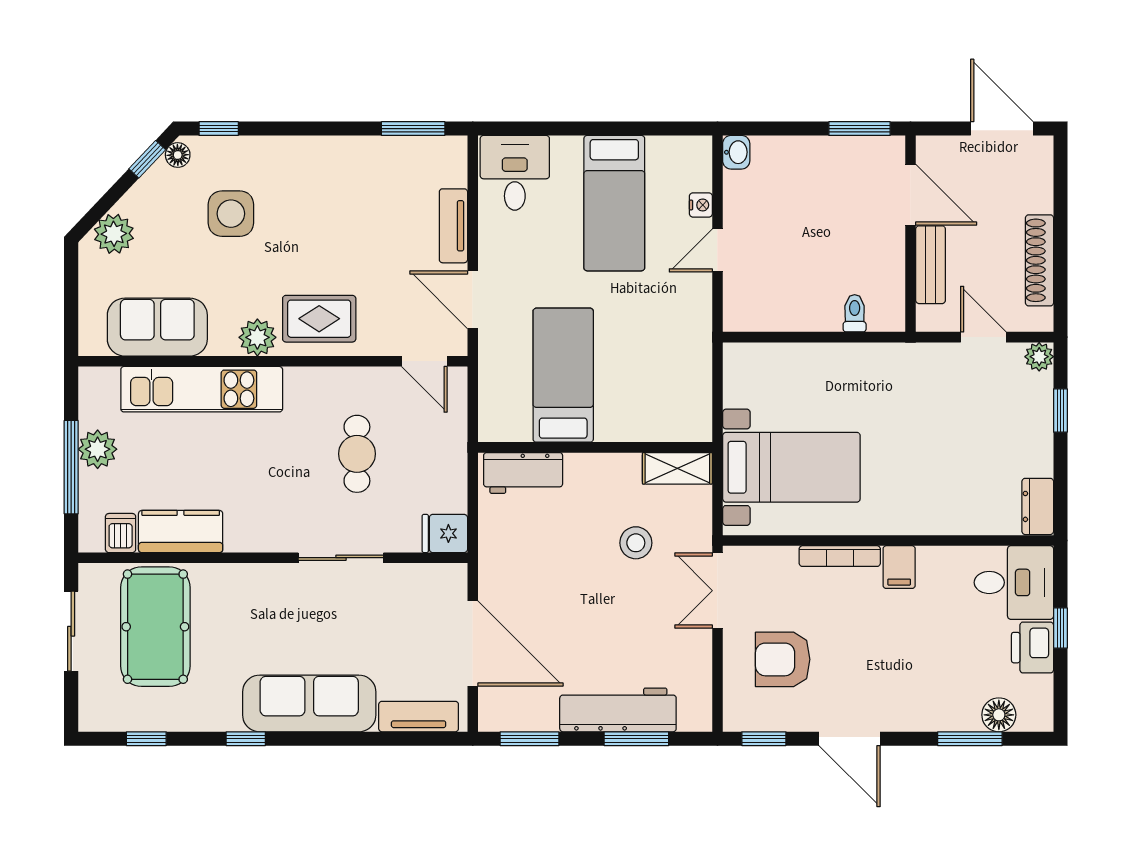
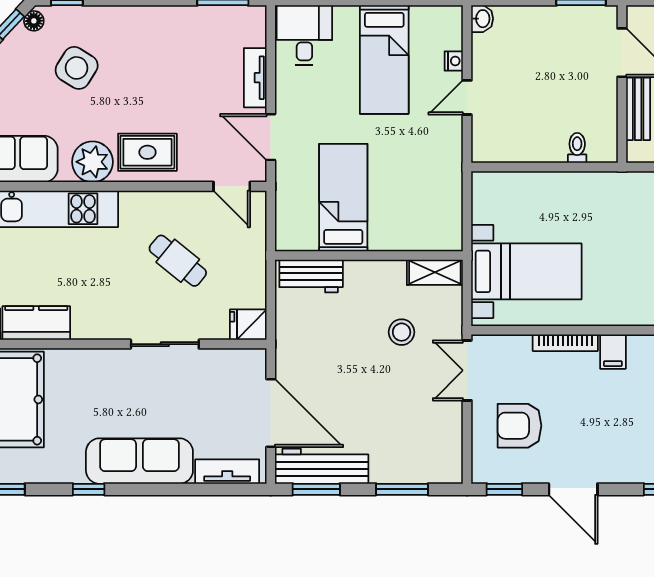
side table: (231, 214) -> (77, 68), turned 32
plant: (257, 337) -> (92, 162), width x1.36, depth x1.36
cafe table: (357, 454) -> (178, 261), turned -51
workbench: (618, 710) -> (322, 466), moved

